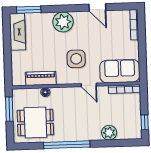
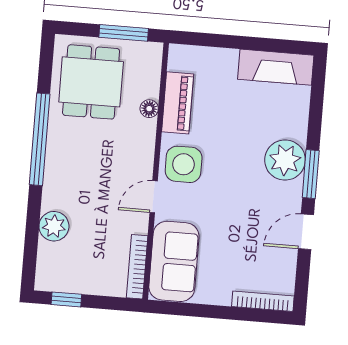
window: (29, 10) -> (311, 174), moved
side table: (76, 59) -> (184, 164), moved

